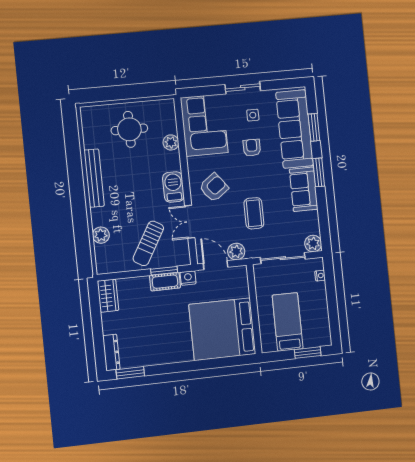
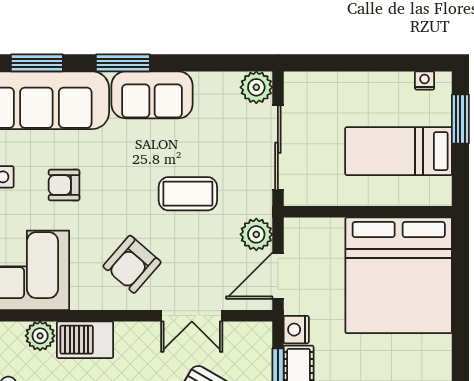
barbecue: (173, 187) -> (85, 340), moved
armchair: (214, 187) -> (132, 264), turned -102
nightstand: (320, 276) -> (425, 80), moved

